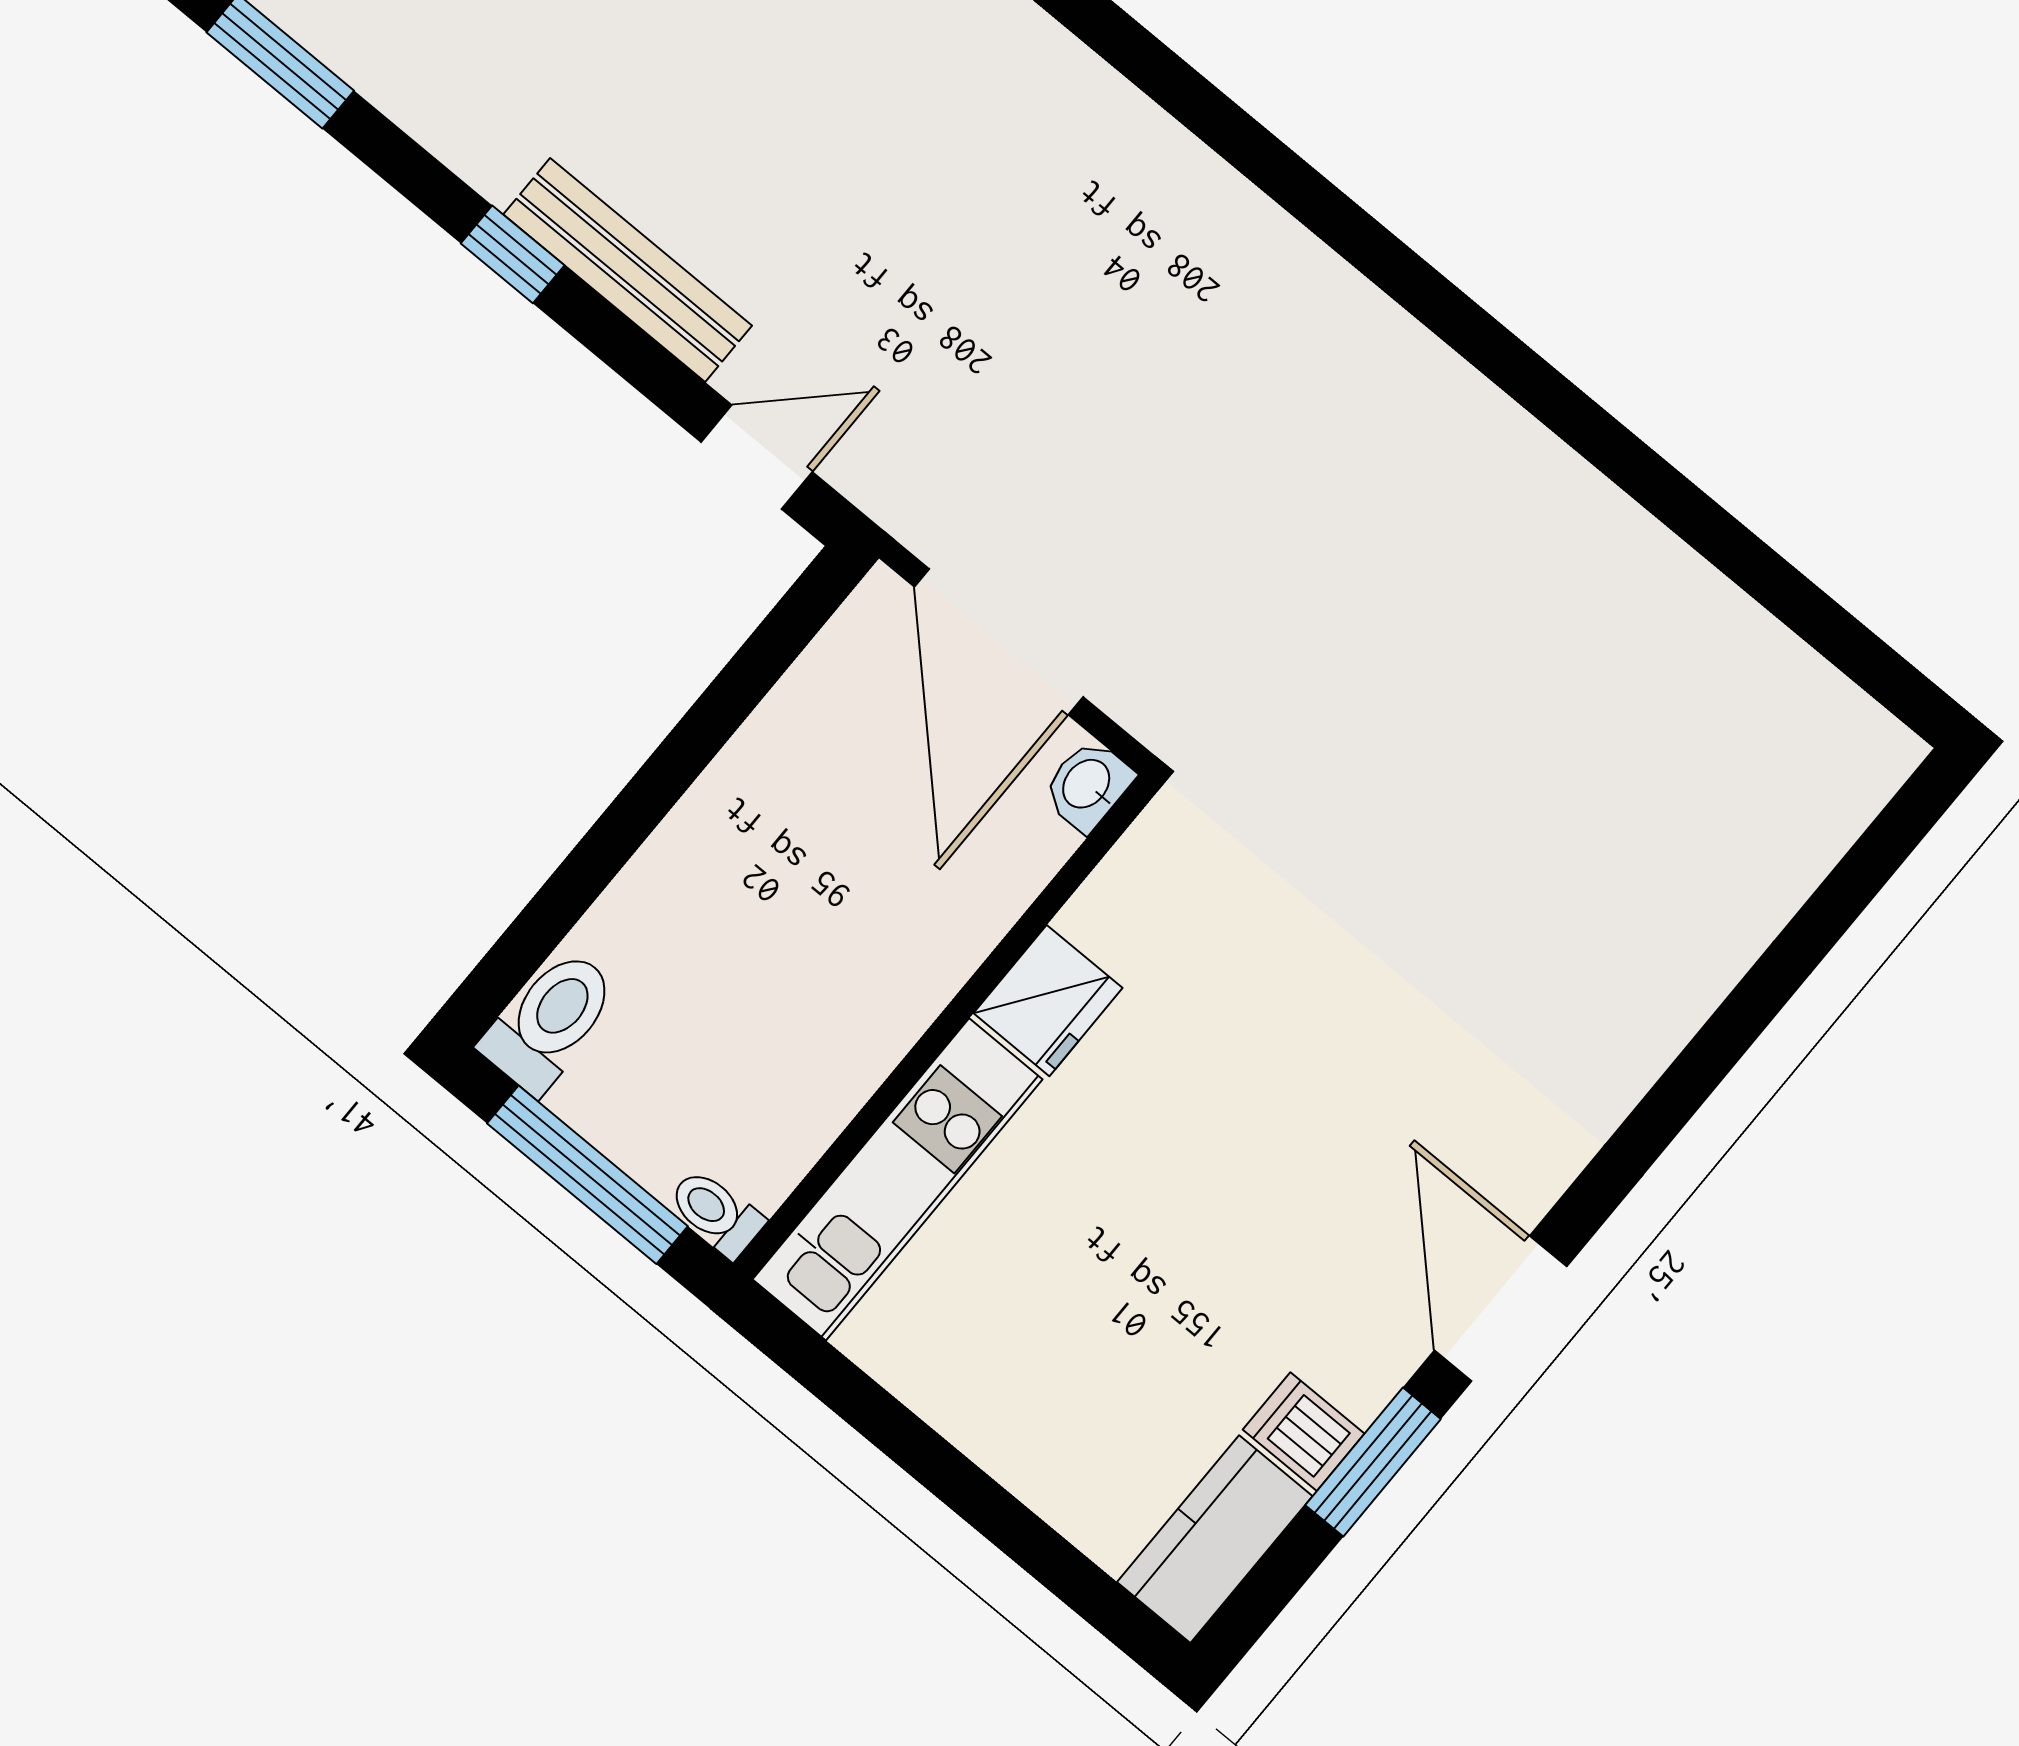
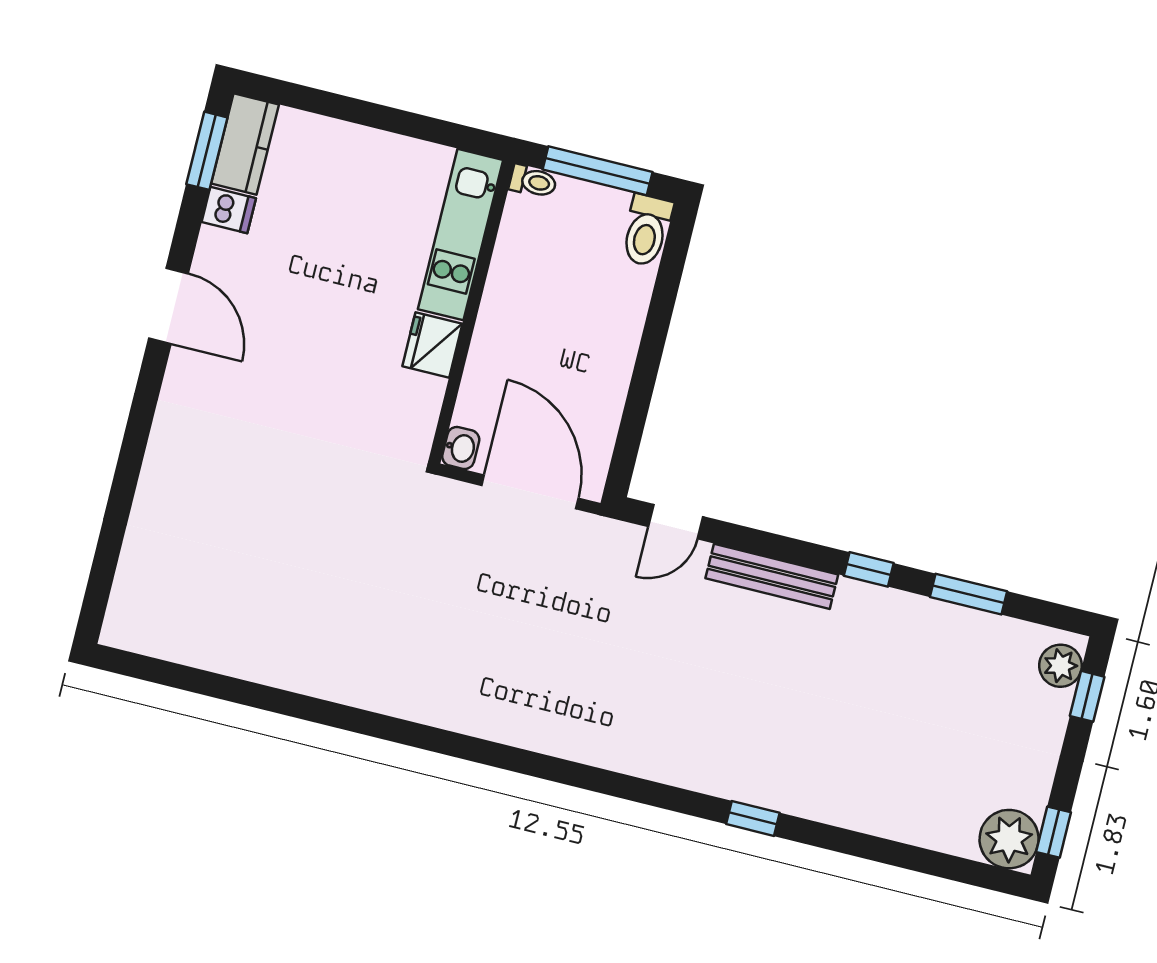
window: (513, 254) -> (869, 569), moved
window: (1373, 1462) -> (207, 151), moved

